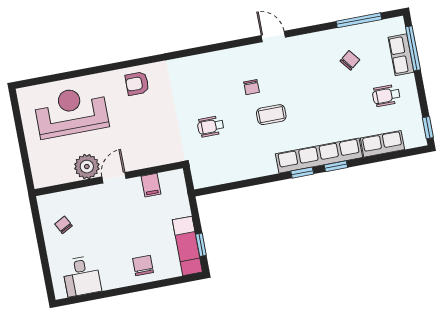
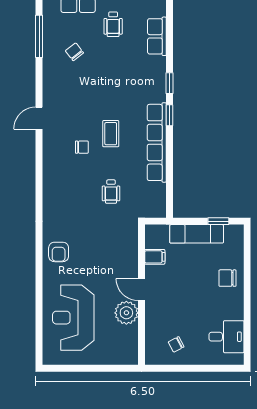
row of seats: (319, 156) -> (157, 142), moved
exam couch: (187, 246) -> (197, 234), moved

